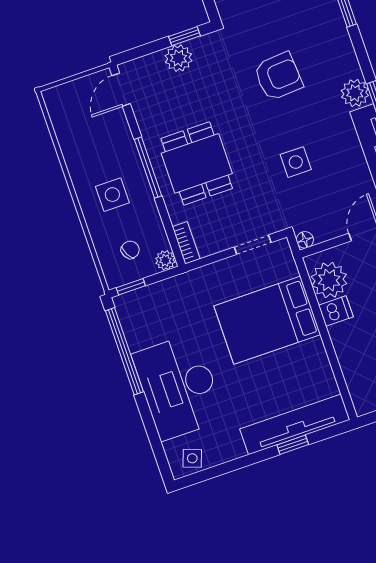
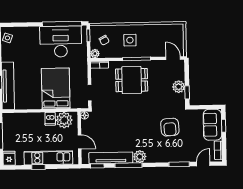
armchair: (278, 76) -> (170, 127), moved
side table: (296, 162) -> (119, 122), removed
desk: (179, 387) -> (61, 42), moved

